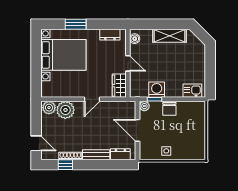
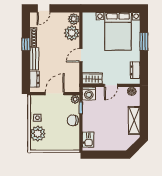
washing machine: (157, 90) -> (89, 94), moved, turned 90
door: (92, 99) -> (81, 55), hinge flipped
plant: (185, 151) -> (38, 134), added
window: (65, 165) -> (26, 44), moved

